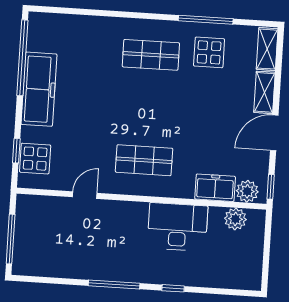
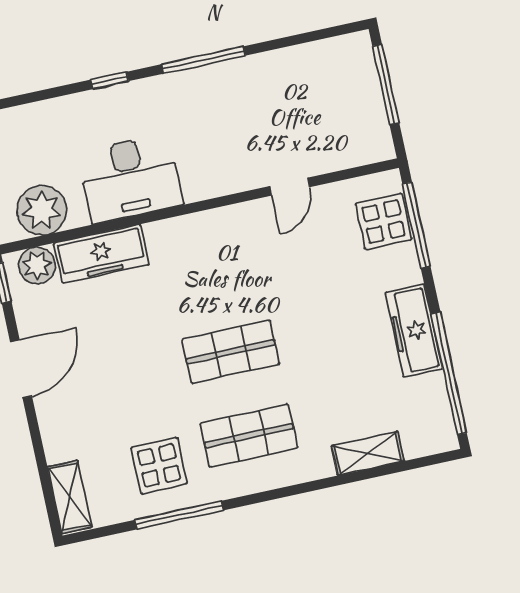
freezer: (39, 89) -> (414, 331), width x0.73, depth x0.79
shelving: (264, 92) -> (368, 453), moved, turned 90
window: (16, 151) -> (416, 225), width x2.17
shop shelf: (144, 160) -> (231, 352), moved
freezer: (215, 188) -> (101, 254), width x1.40
plant: (235, 219) -> (42, 210), width x1.36, depth x1.36

